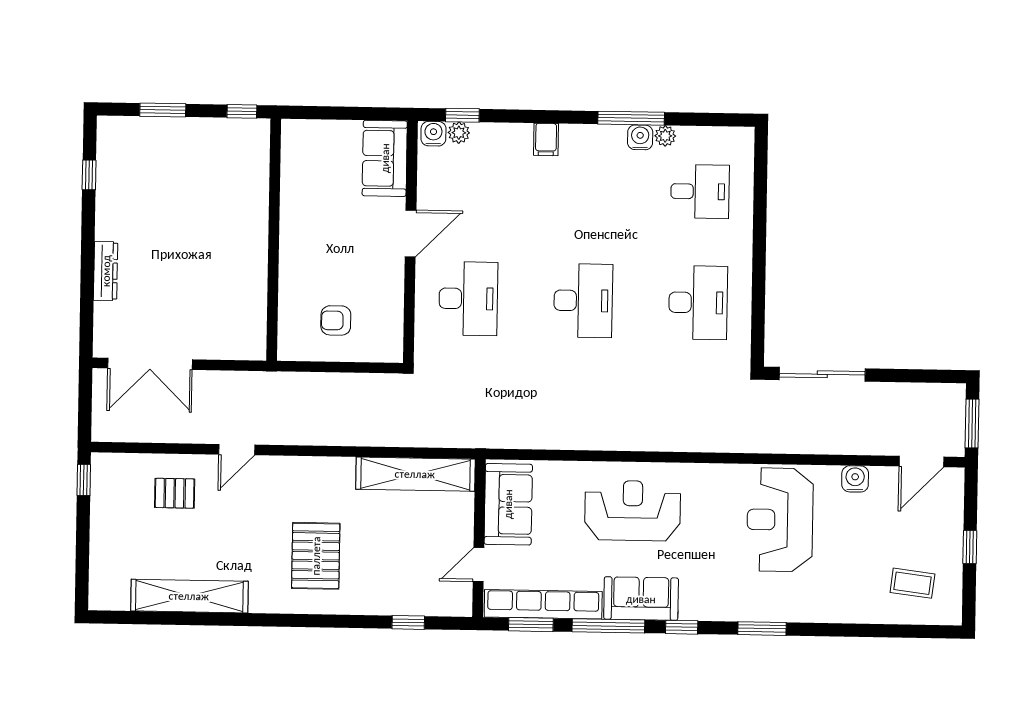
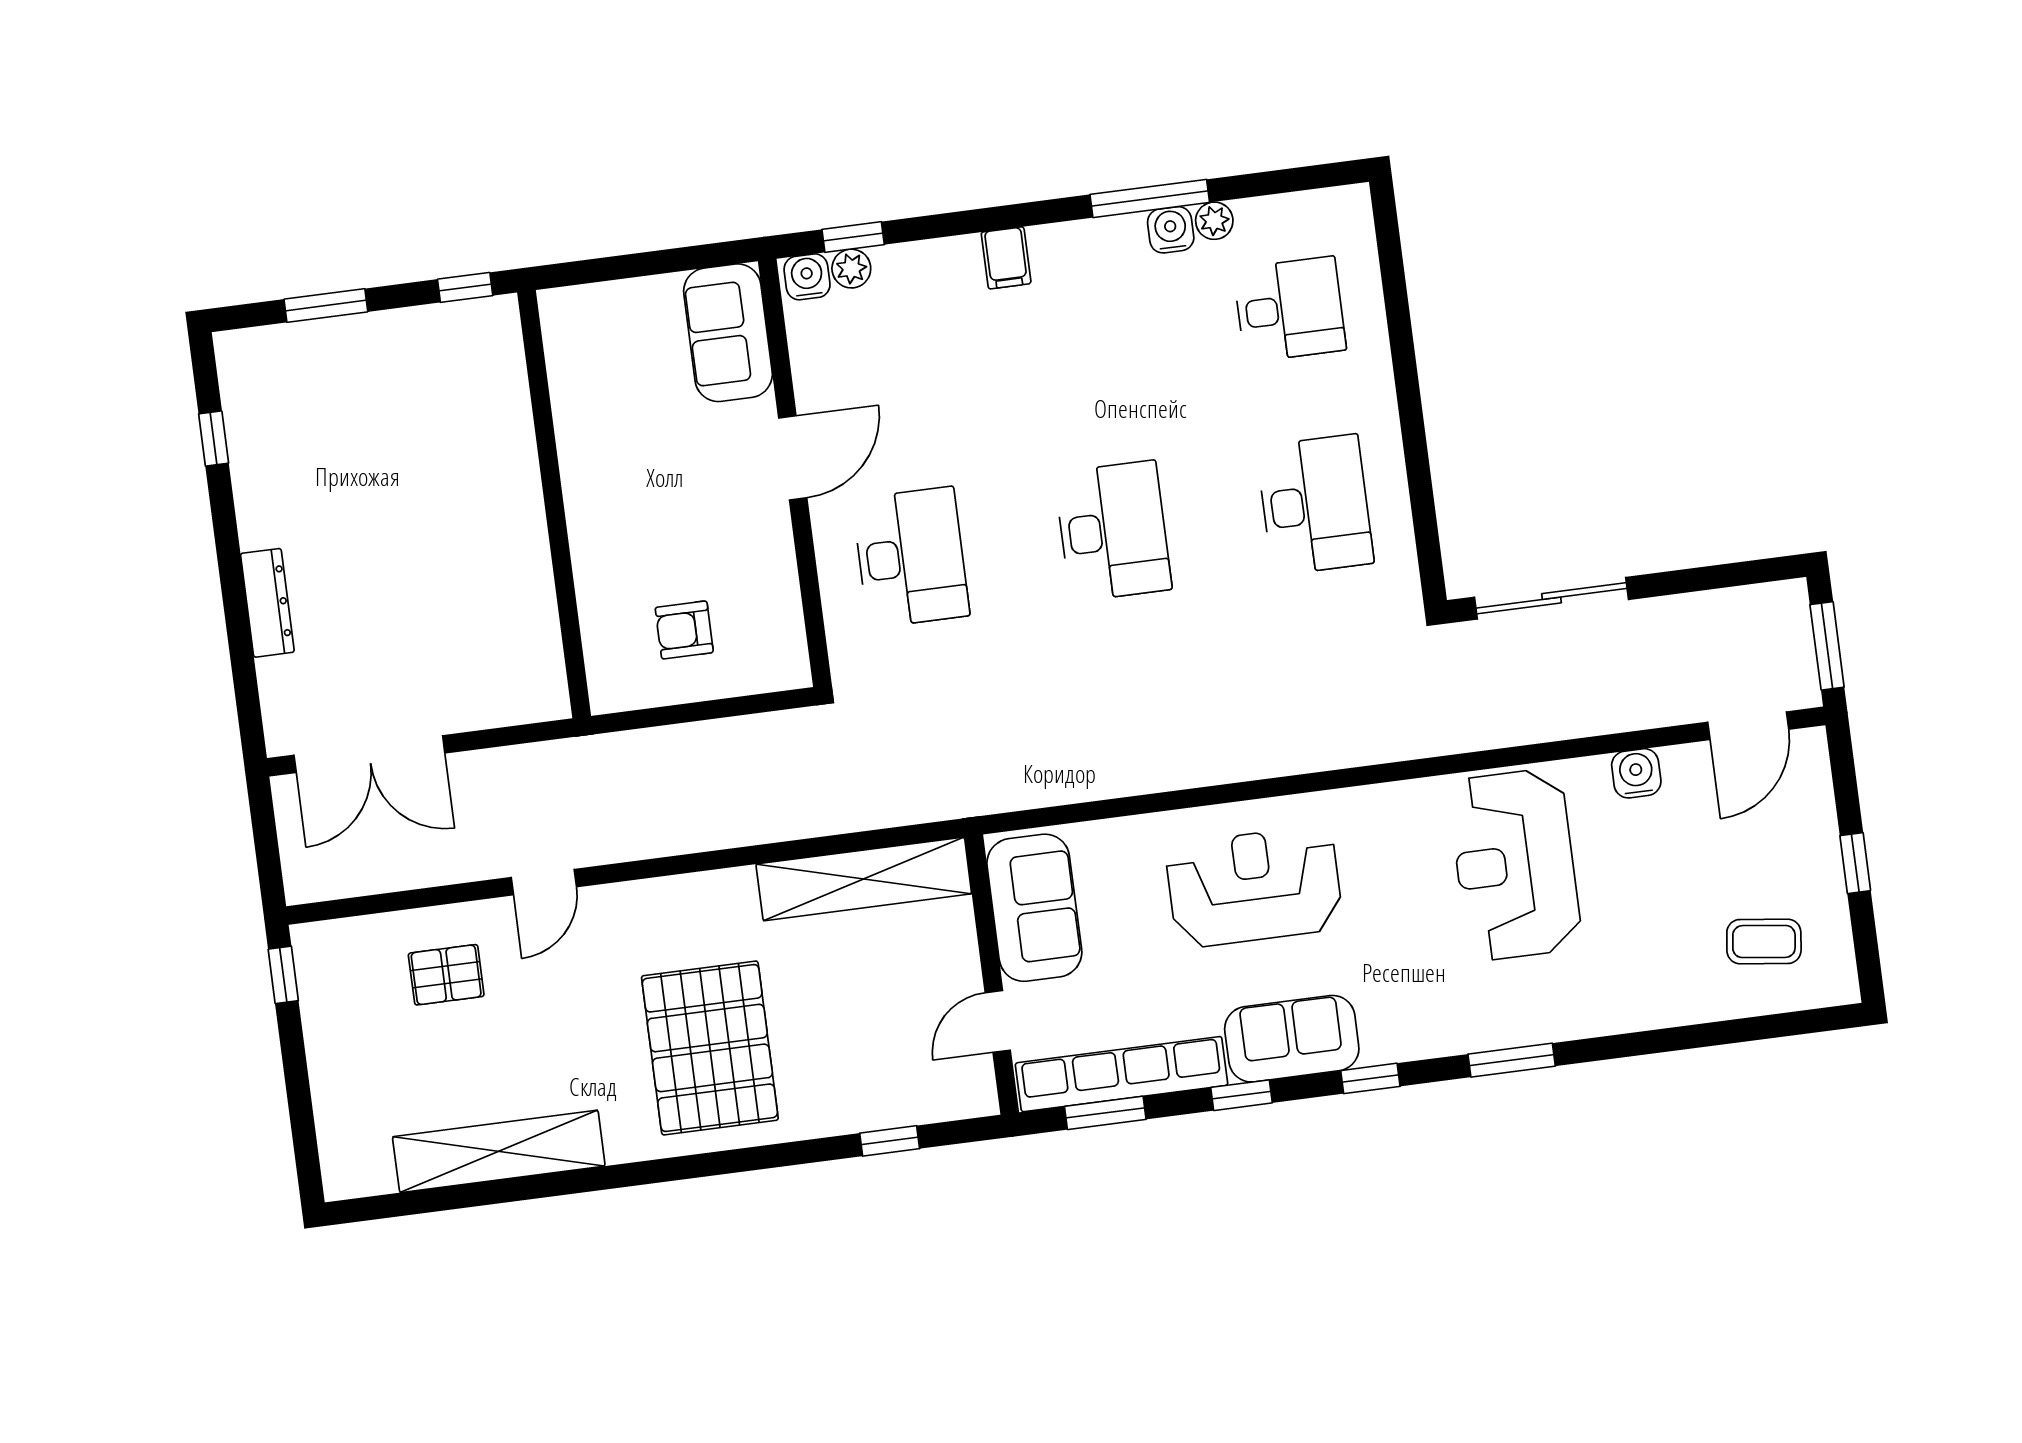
pallet: (316, 556) -> (710, 1048), width x1.37, depth x1.41
window: (608, 626) -> (1241, 1095), width x0.46

